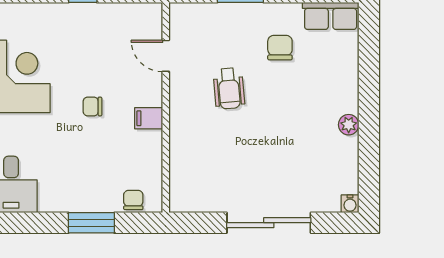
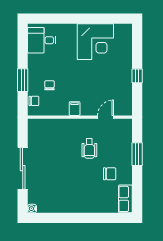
wheelchair: (229, 88) -> (89, 148), turned -85
chair: (92, 106) -> (49, 85), moved
plant: (349, 125) -> (71, 208), removed

